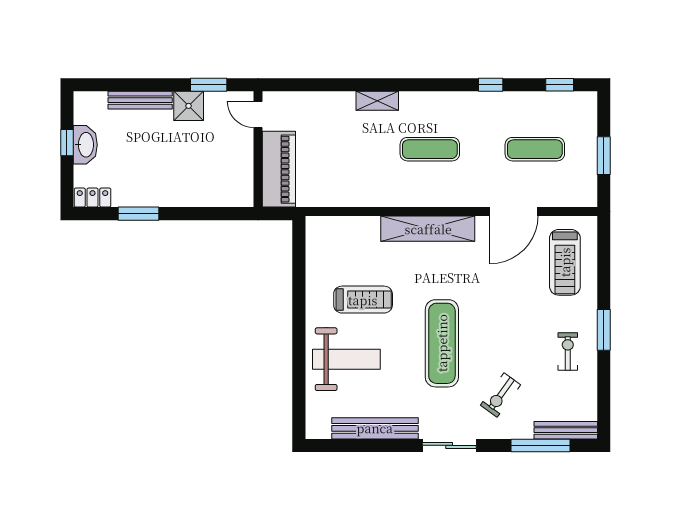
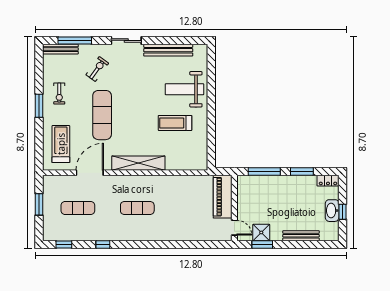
shelving: (377, 101) -> (167, 235), removed
shower: (189, 106) -> (261, 232), moved
window: (205, 214) -> (264, 172), added
exercise mat: (442, 343) -> (102, 115), moved

